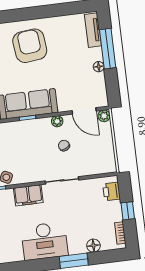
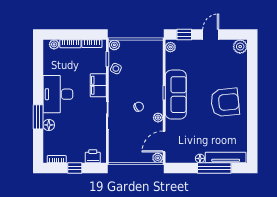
tv unit: (93, 30) -> (226, 157), width x1.41
chair: (64, 146) -> (139, 107), moved
floor lamp: (93, 246) -> (49, 125), moved

